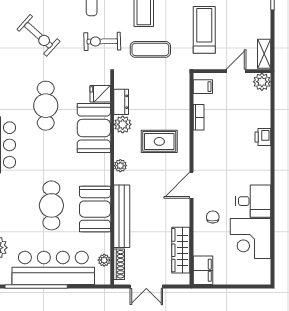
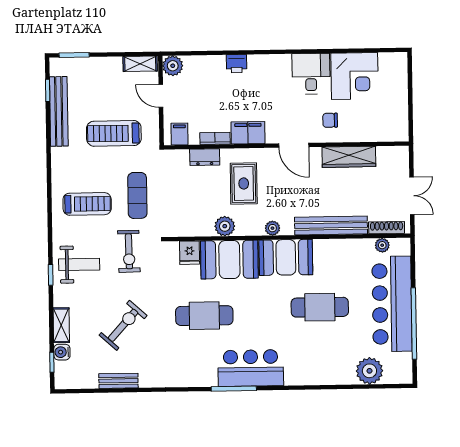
dresser: (121, 102) -> (205, 157), moved, turned 180
booth: (95, 209) -> (286, 257), moved
wardrobe: (181, 250) -> (349, 157), moved
filing cabinet: (203, 270) -> (248, 133), moved

